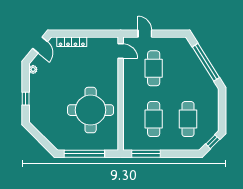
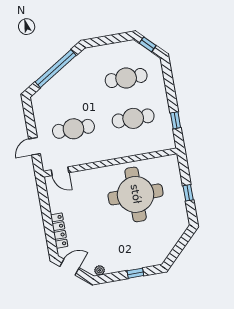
door: (121, 51) -> (60, 171), swing flipped
window: (84, 154) -> (188, 193), width x0.32
window: (146, 154) -> (176, 120), width x0.46

